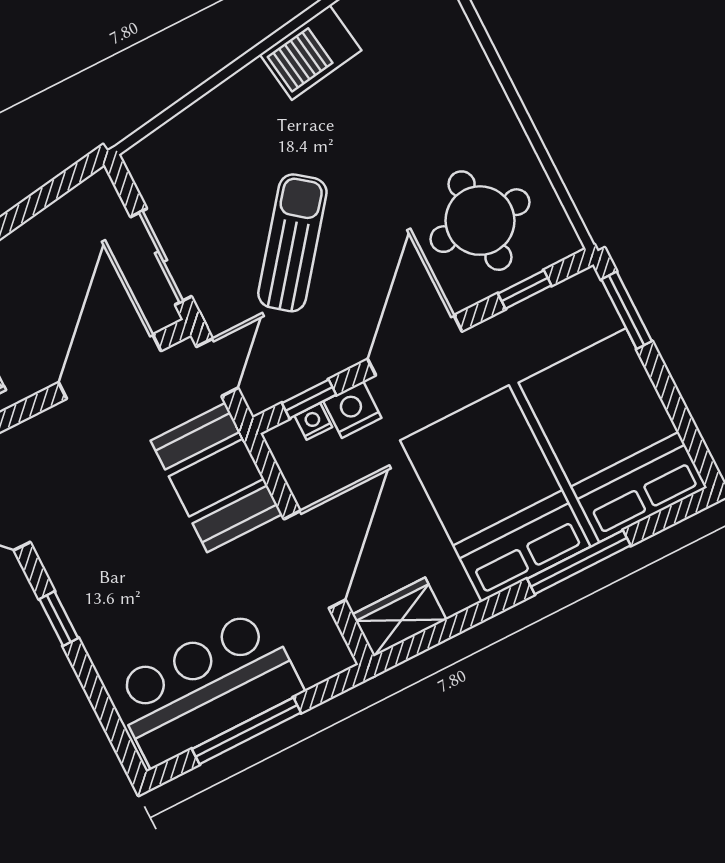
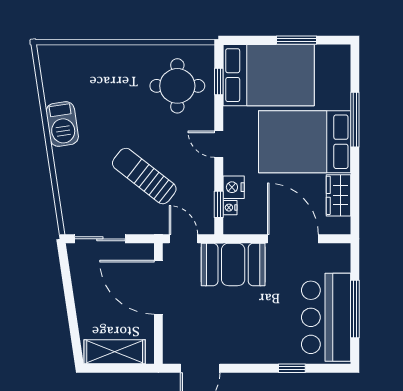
sliding door: (161, 257) -> (100, 239), moved
window: (627, 310) -> (297, 40), moved
door: (415, 345) -> (219, 144), width x0.53
bed: (613, 435) -> (269, 75), moved, turned 180
wardrobe: (399, 617) -> (338, 195), moved
window: (59, 619) -> (292, 368), moved

